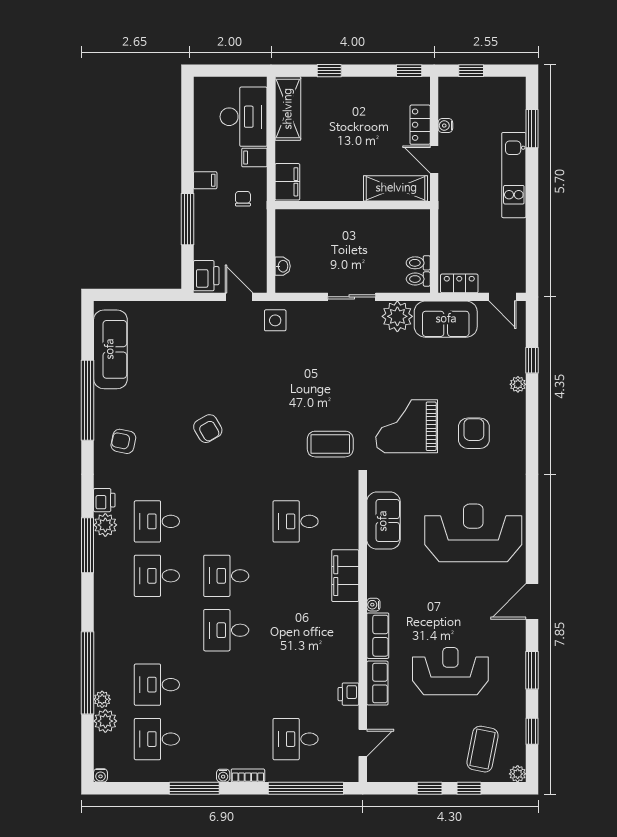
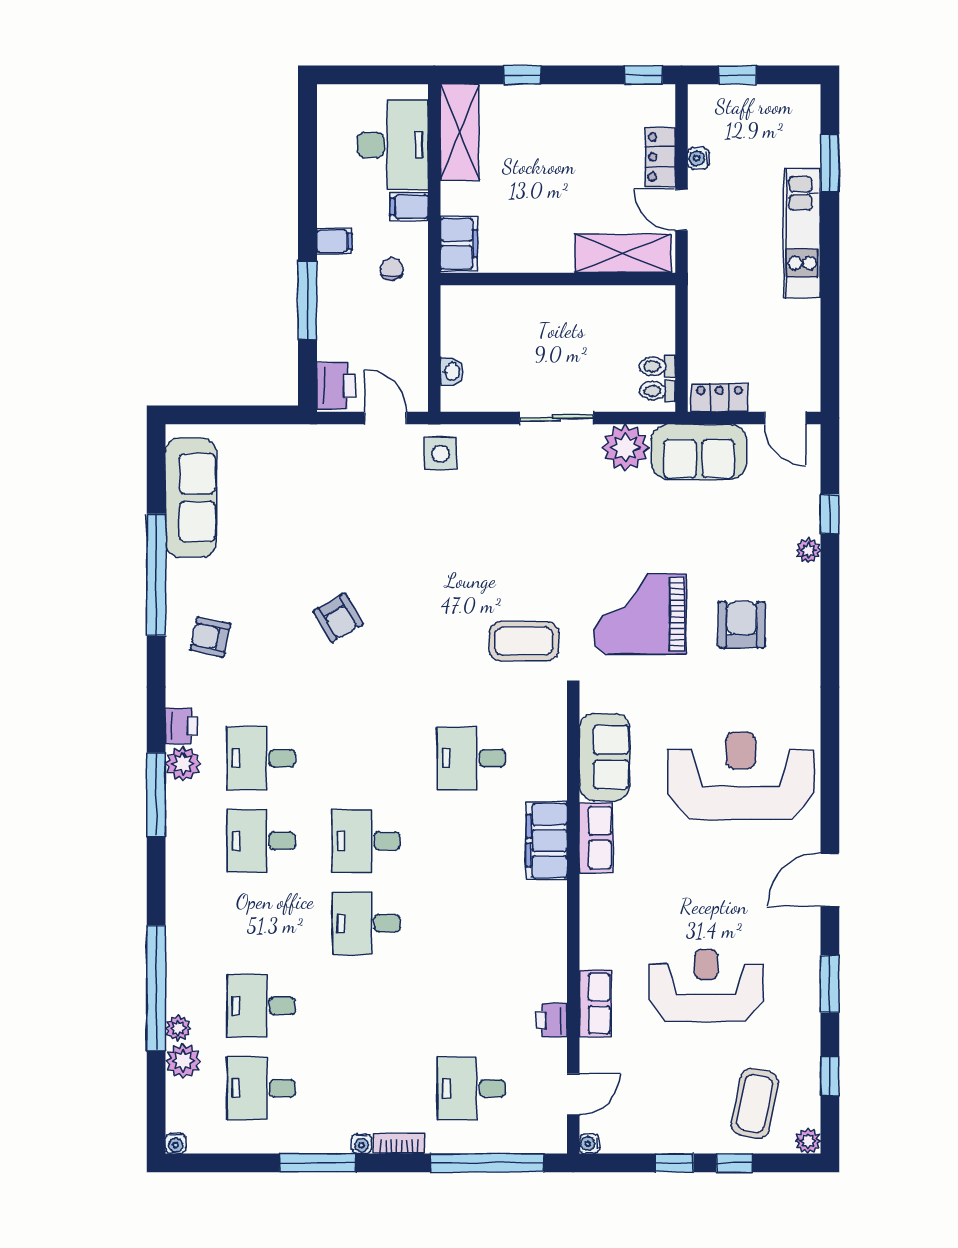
water cooler: (373, 605) -> (589, 1144), moved
row of seats: (378, 636) -> (596, 838), moved

